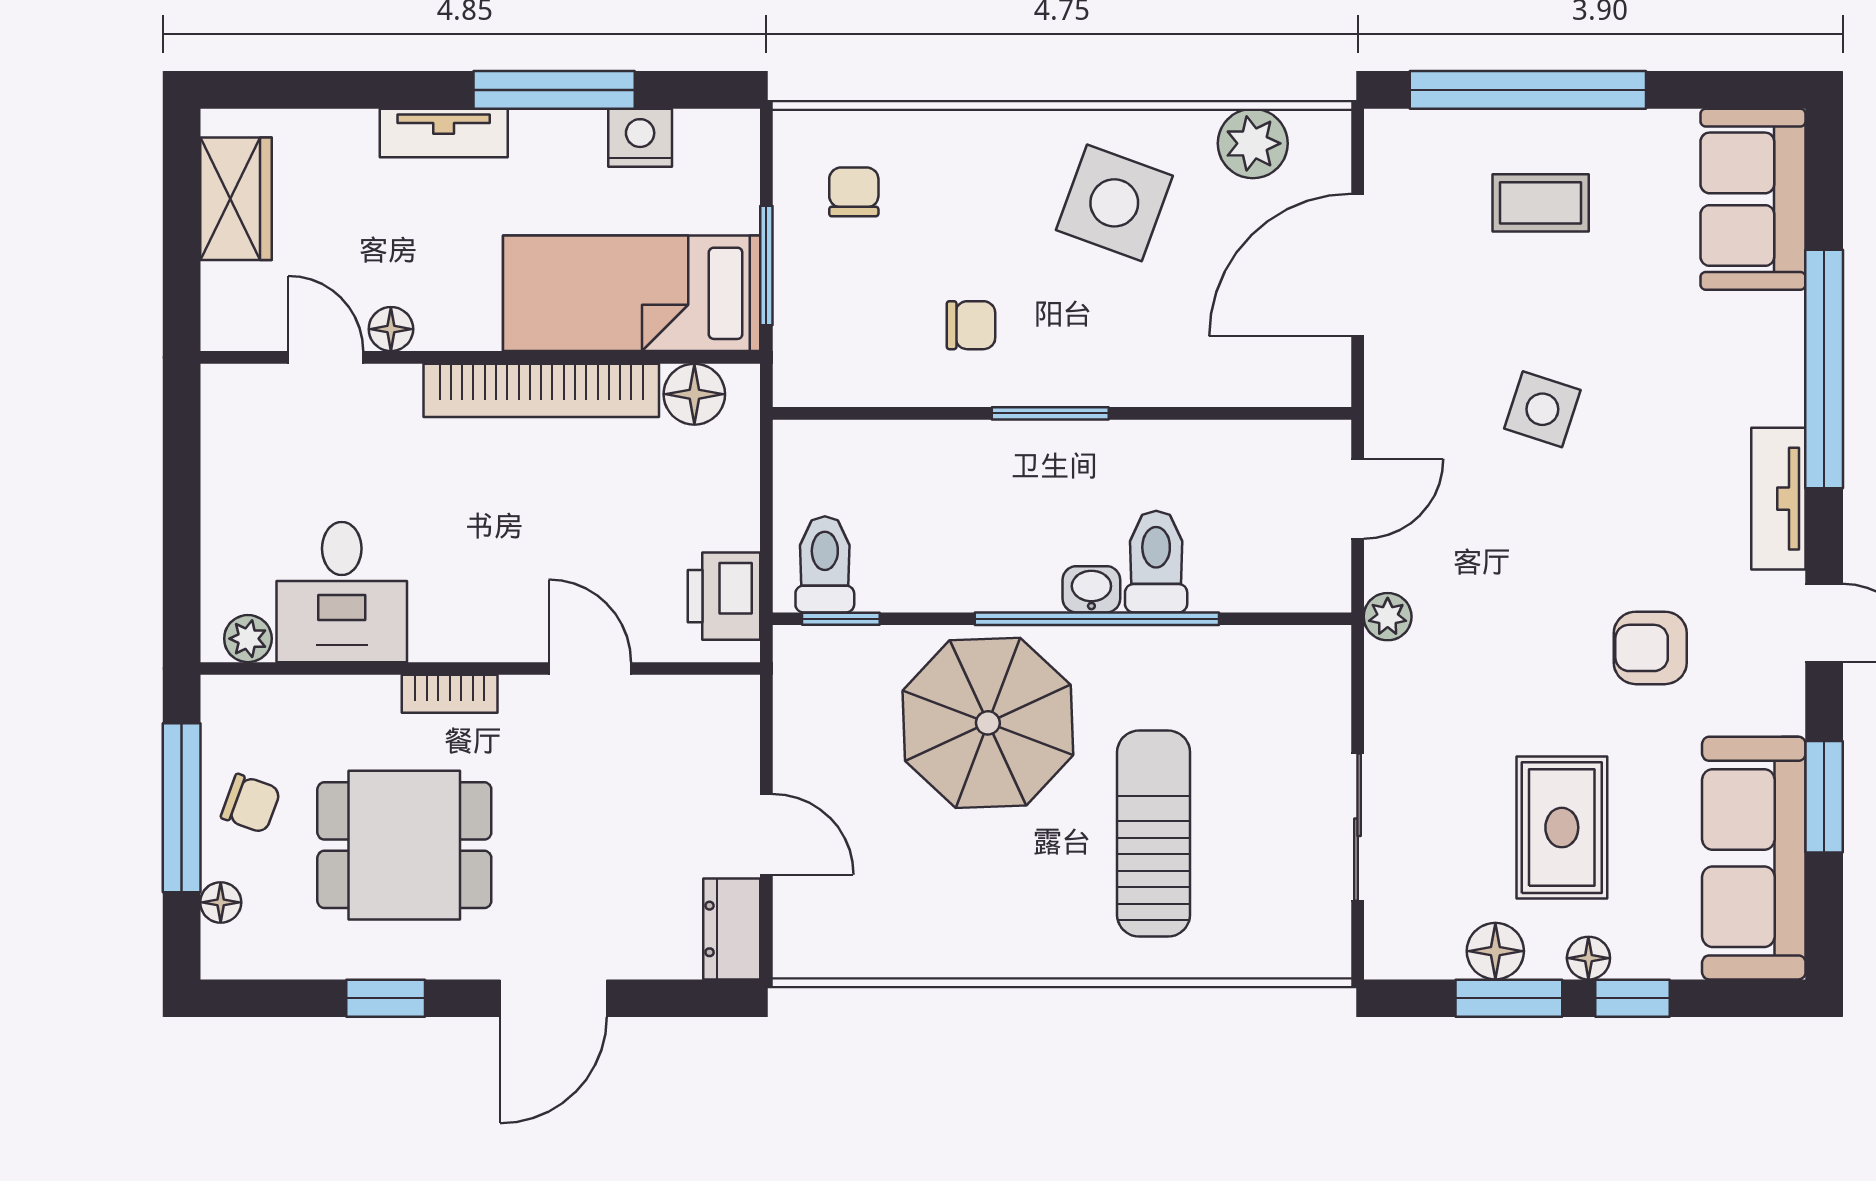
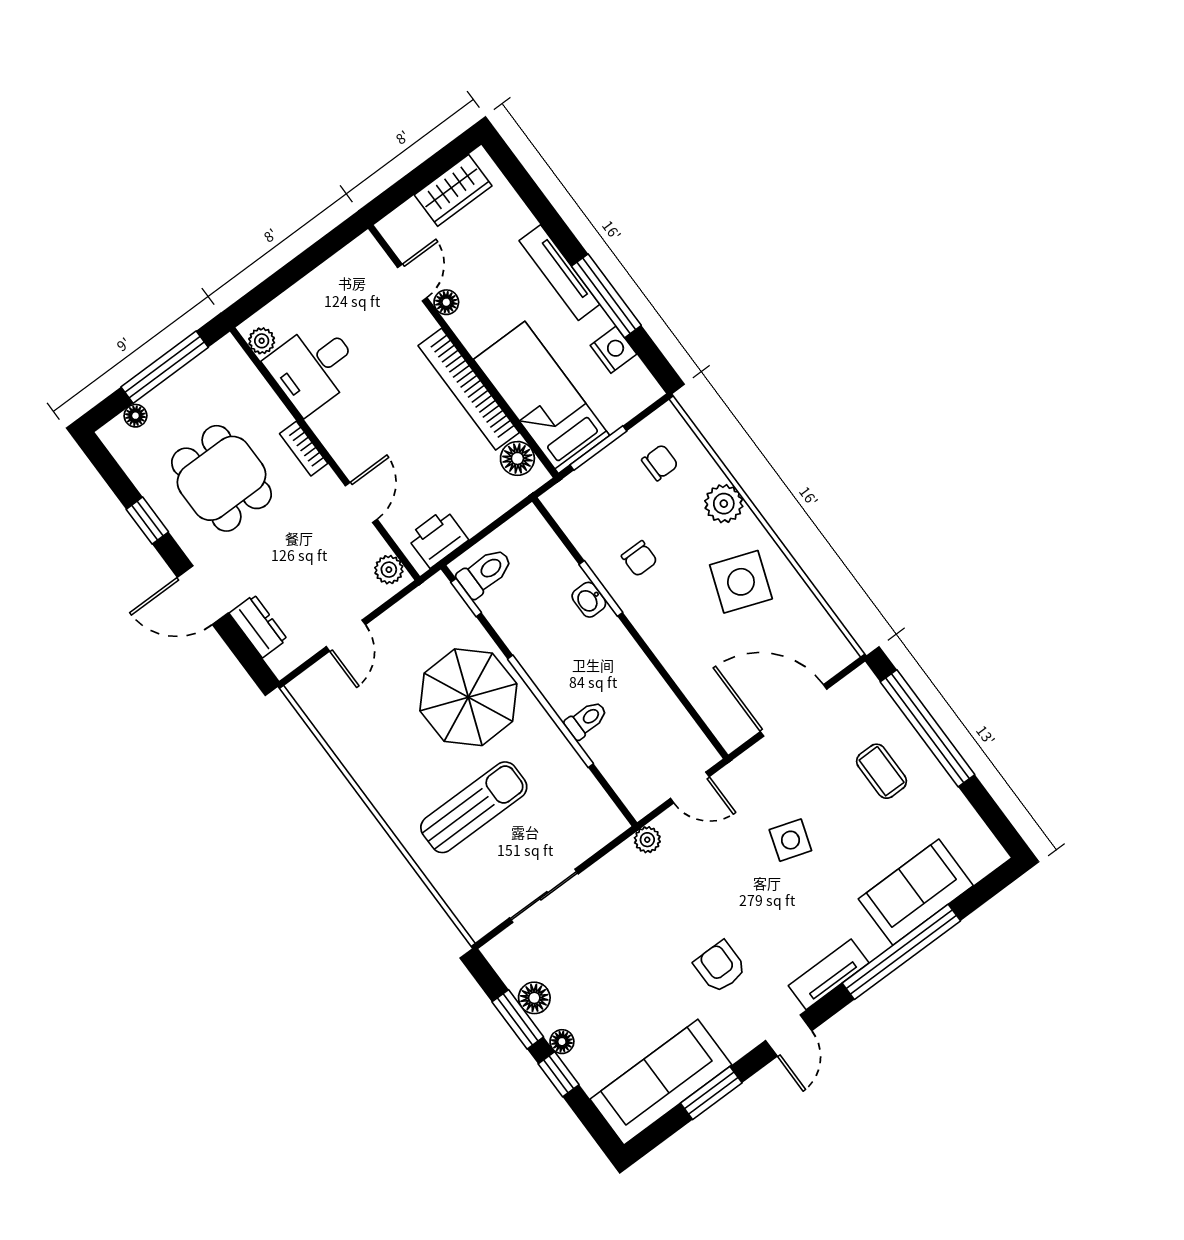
tv unit: (444, 133) -> (559, 273), width x1.41
plant: (1253, 143) -> (724, 504), moved
sofa: (1753, 199) -> (916, 892), moved
window: (1050, 413) -> (601, 588), moved
toilet: (1156, 562) -> (586, 720), width x0.73, depth x0.72
washbasin: (1091, 589) -> (589, 600), moved, turned 180
plant: (717, 701) -> (389, 570), added
chair: (251, 804) -> (189, 396), removed
rug: (1562, 828) -> (611, 987), removed
dresser: (732, 929) -> (258, 626), moved, turned 90

